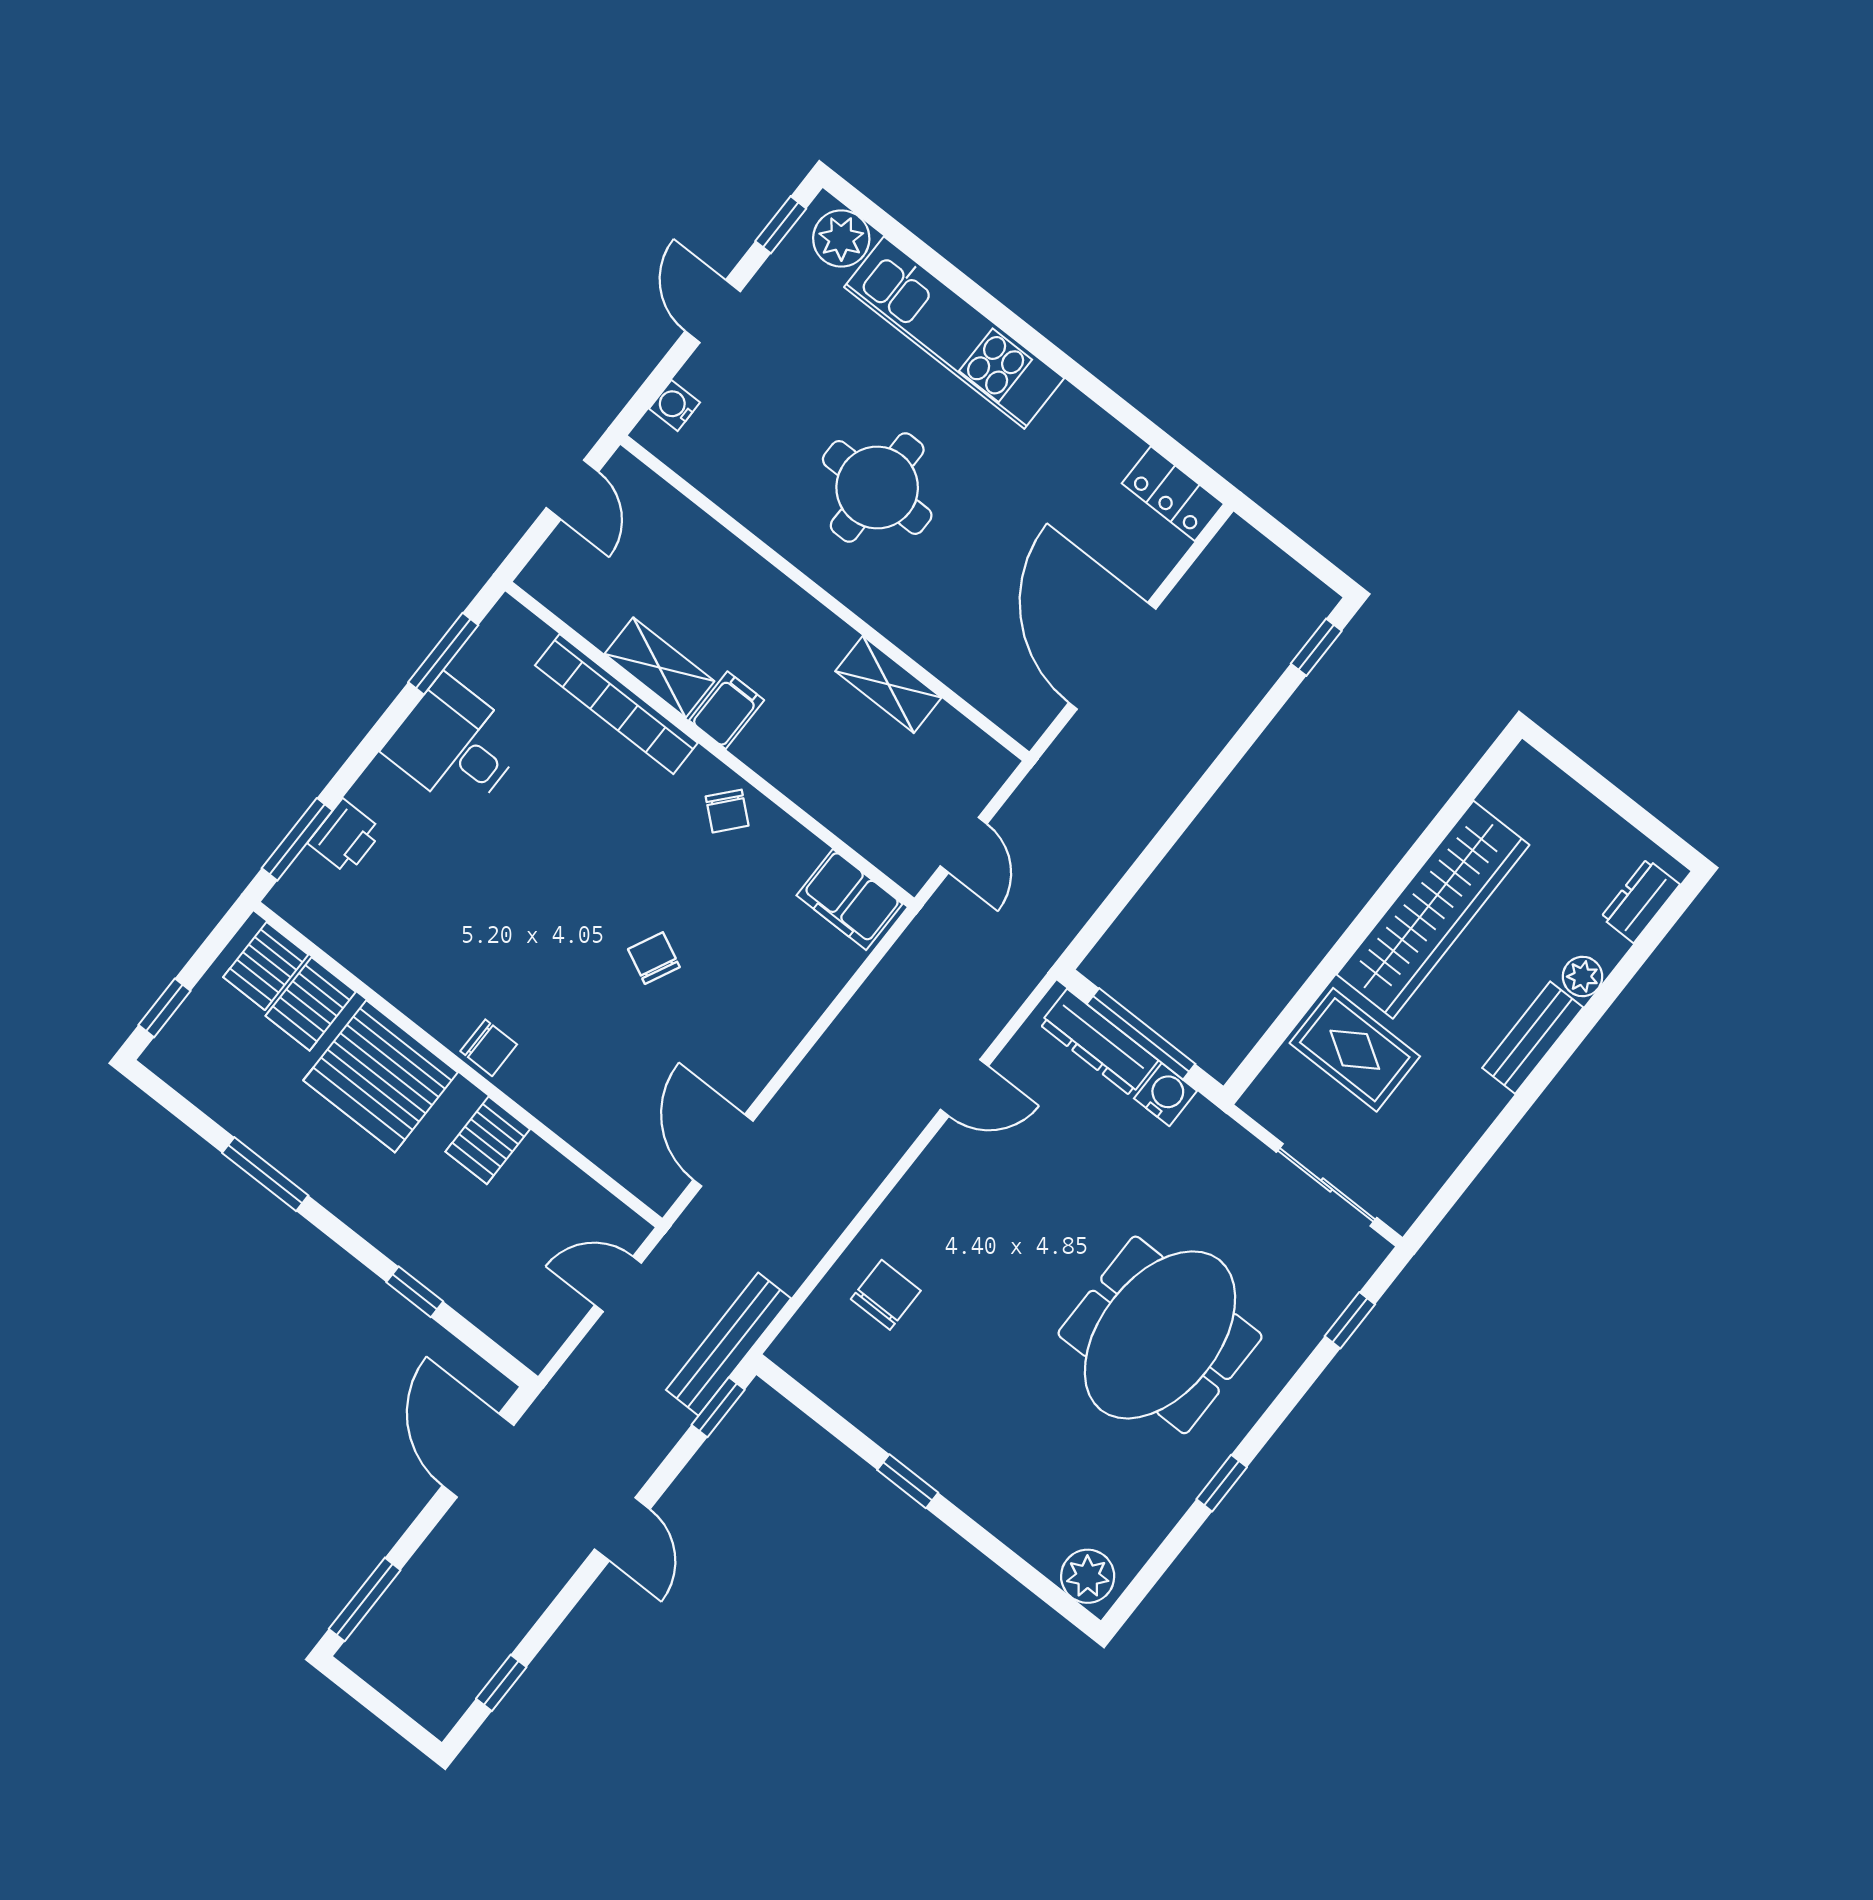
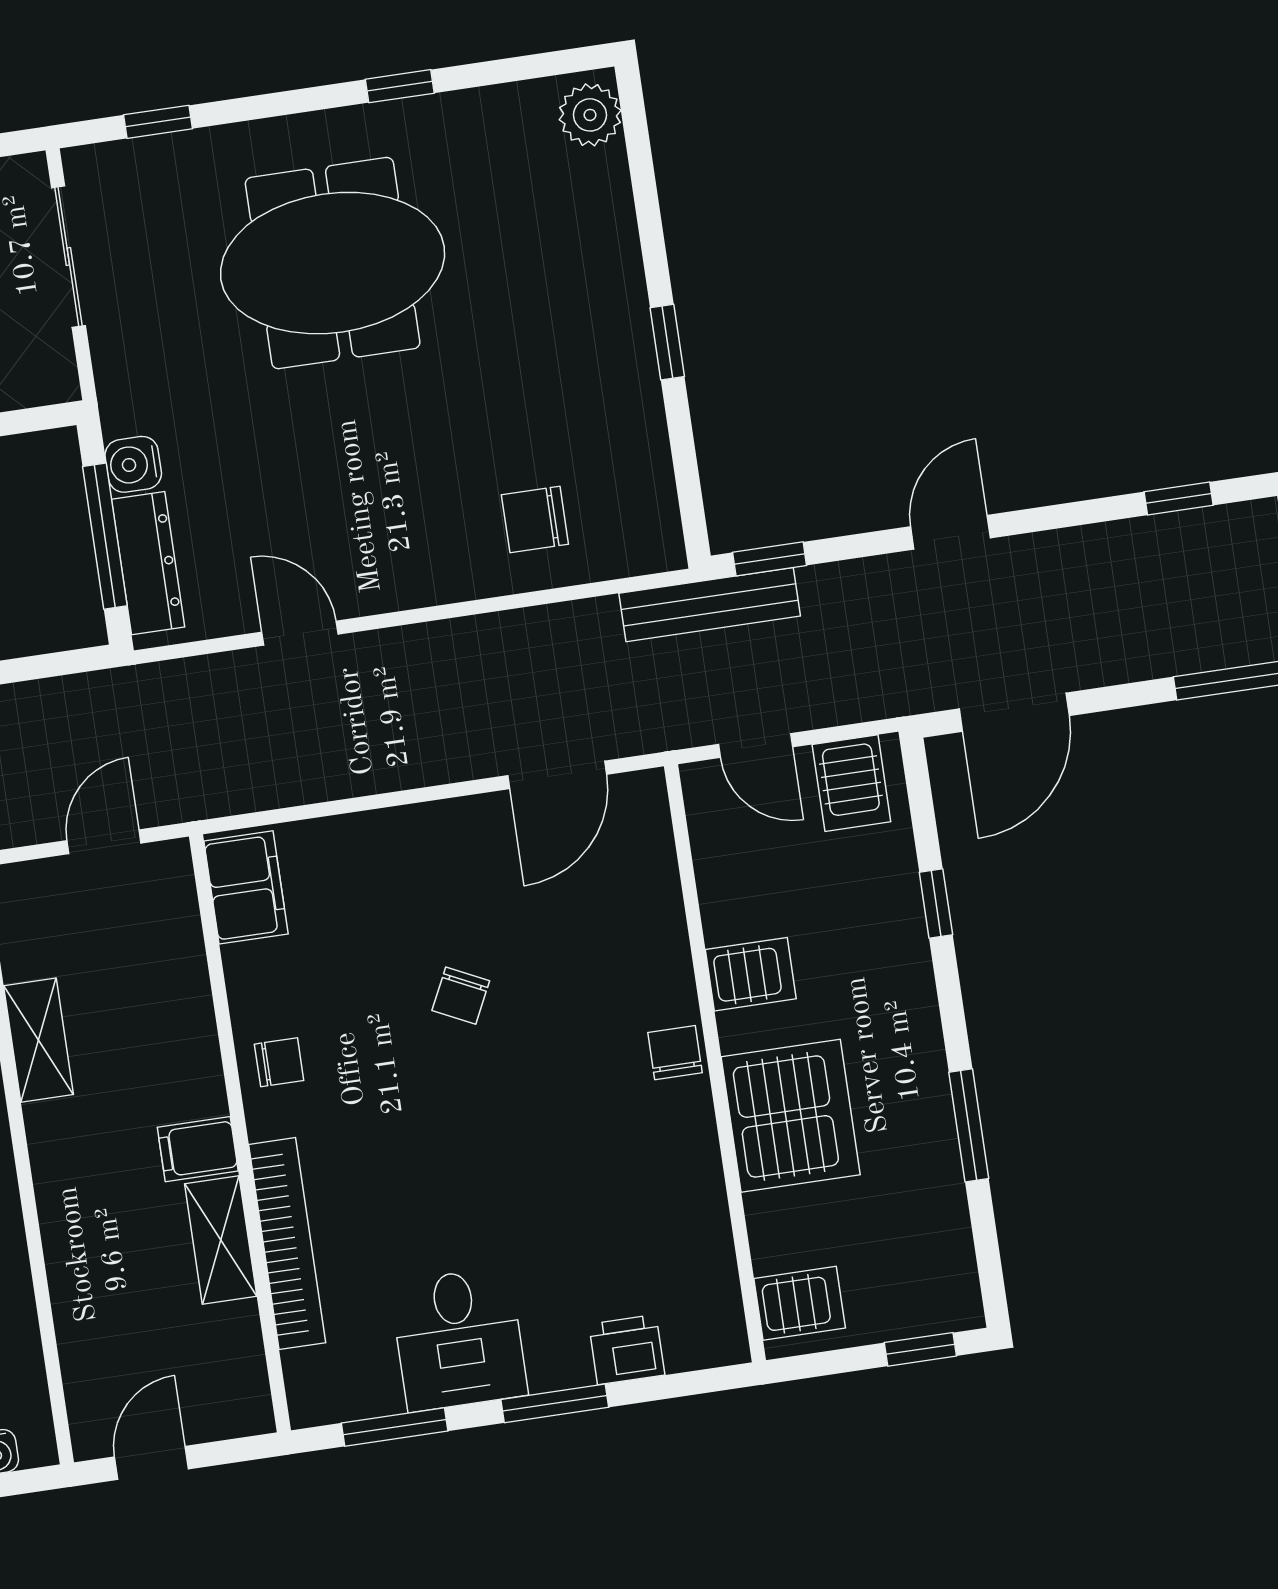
chair: (727, 811) -> (279, 1062), turned 49
window: (297, 839) -> (555, 1403), moved
server rack: (311, 1004) -> (851, 783), moved, turned 90

